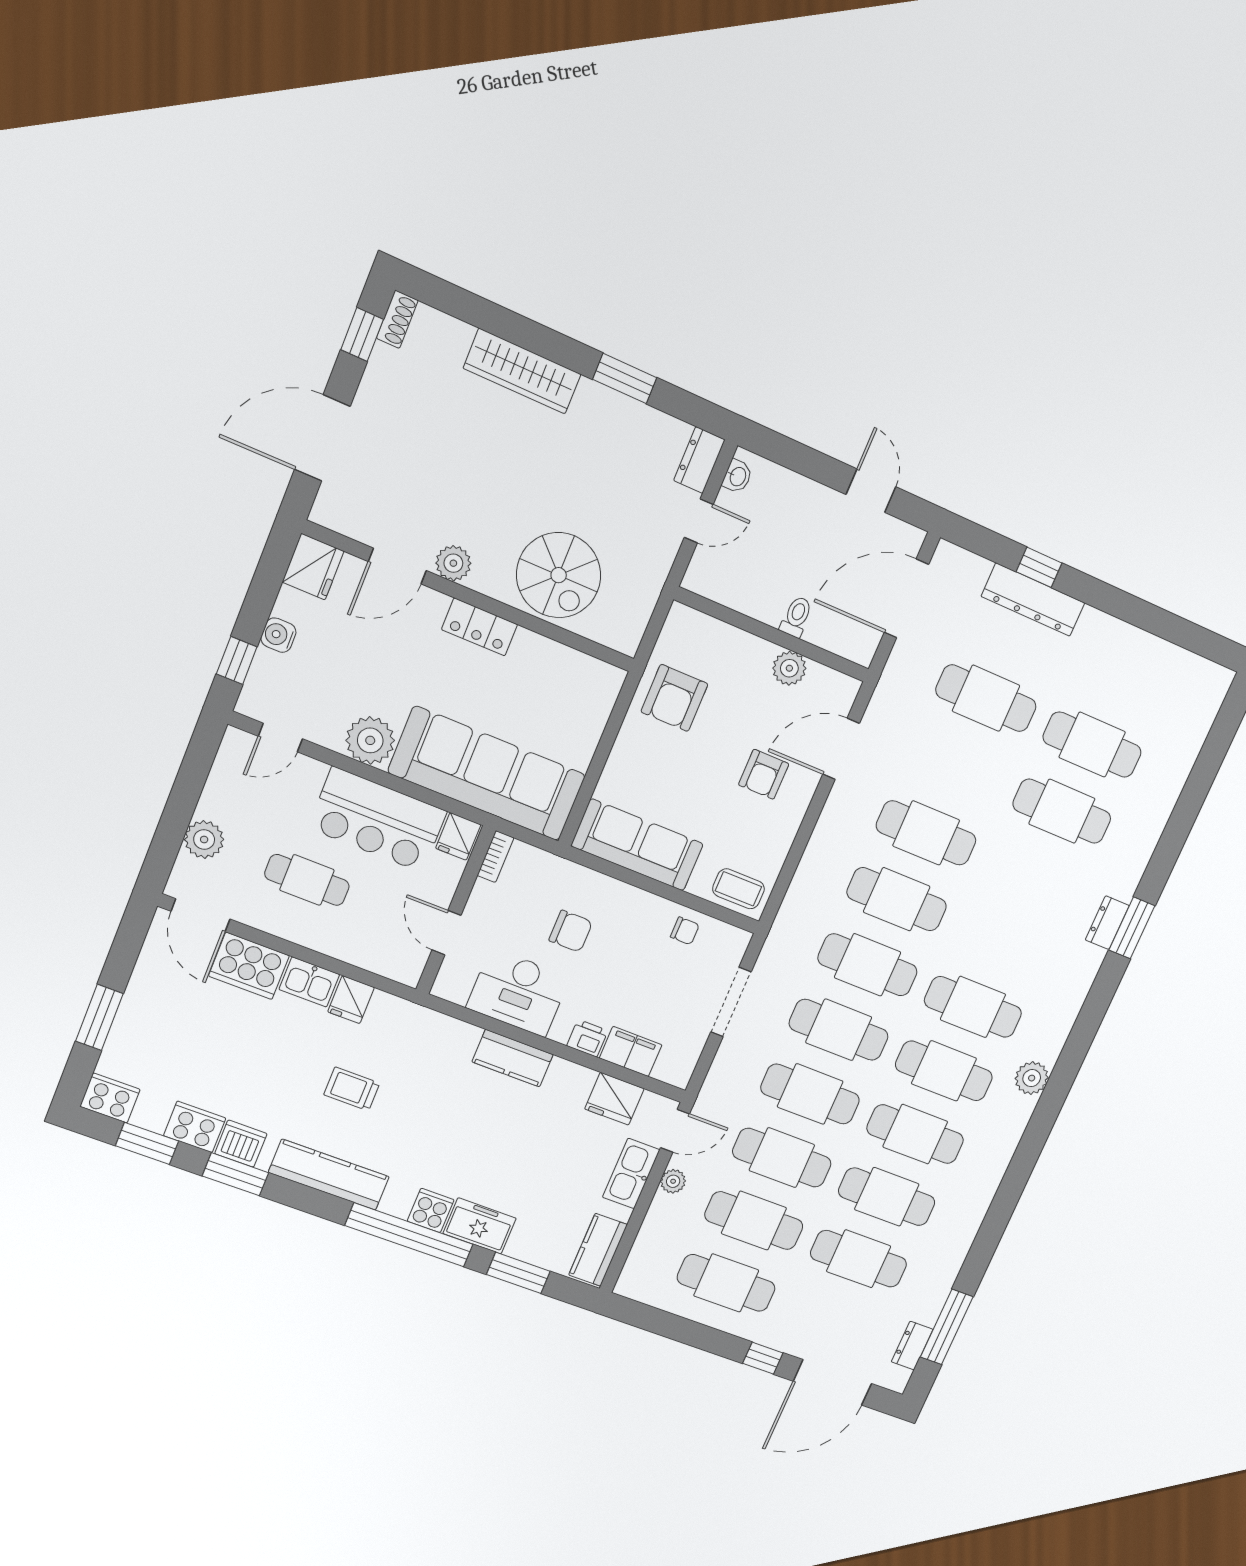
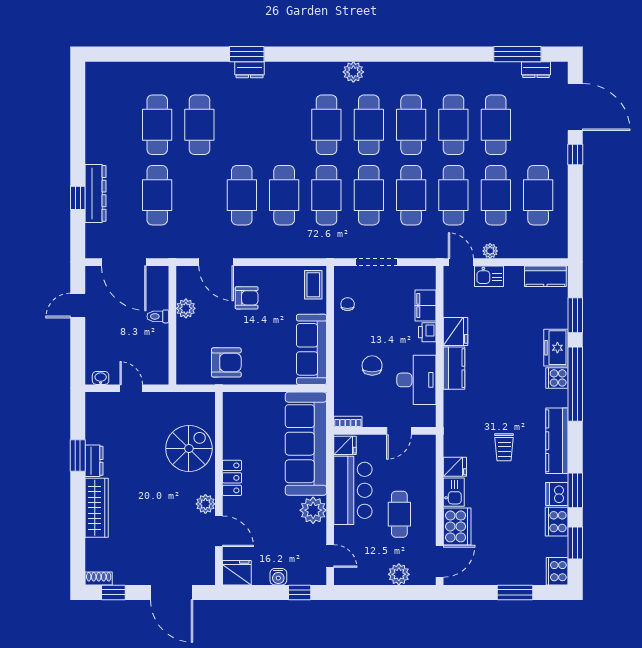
dresser: (699, 460) -> (94, 461), moved, turned -90
fridge: (614, 1099) -> (455, 331), moved
kitchen sink: (631, 1174) -> (489, 276), width x0.73

